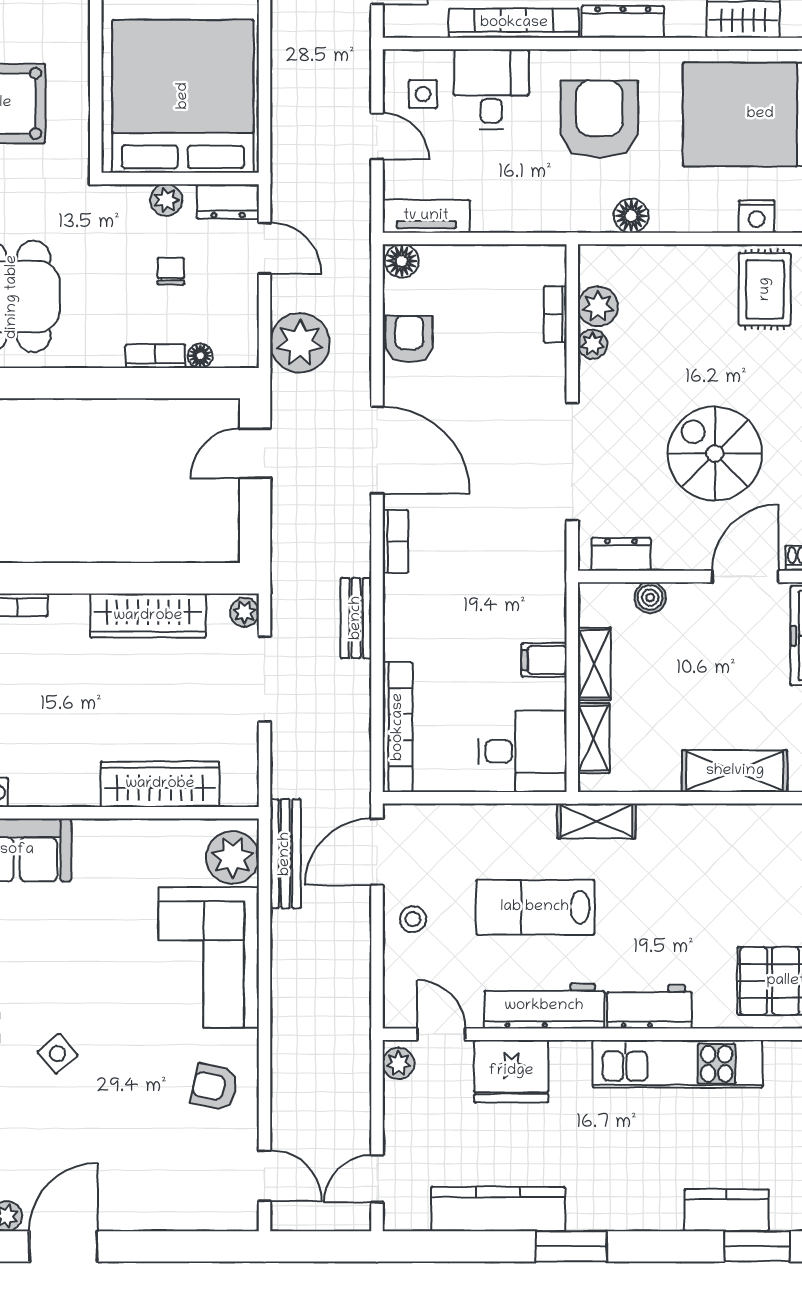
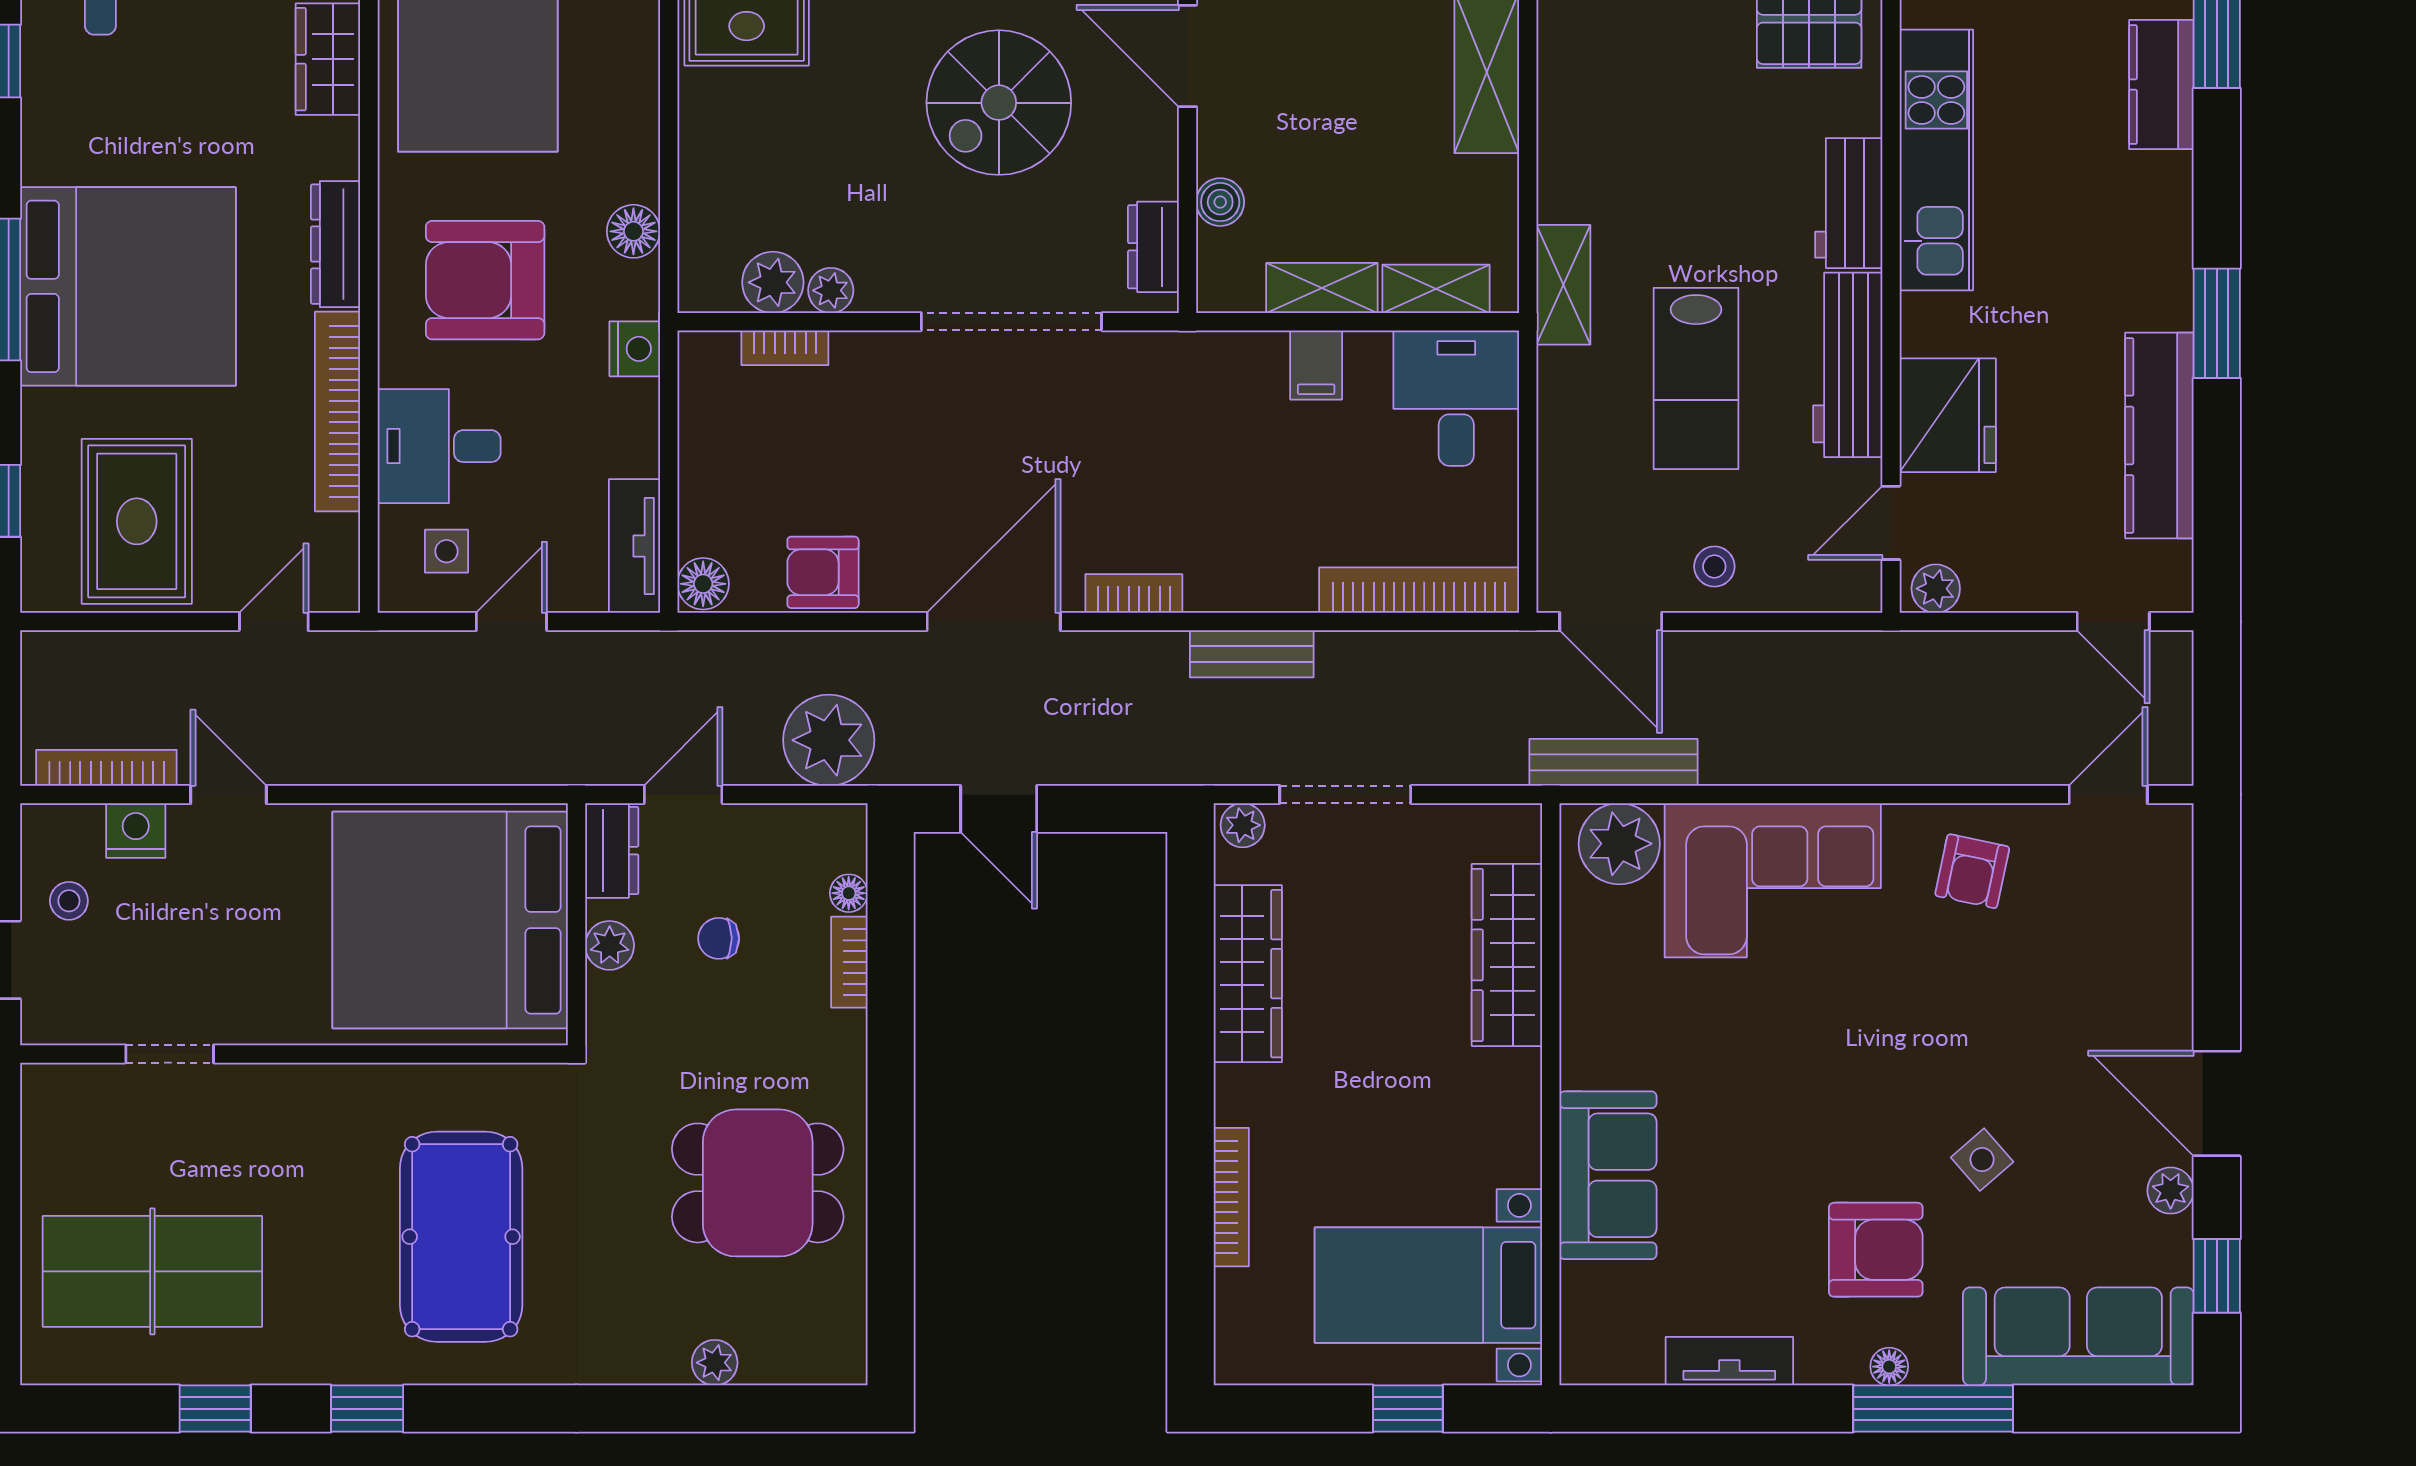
nightstand: (757, 217) -> (635, 349), moved
side table: (58, 1054) -> (1982, 1160), moved

